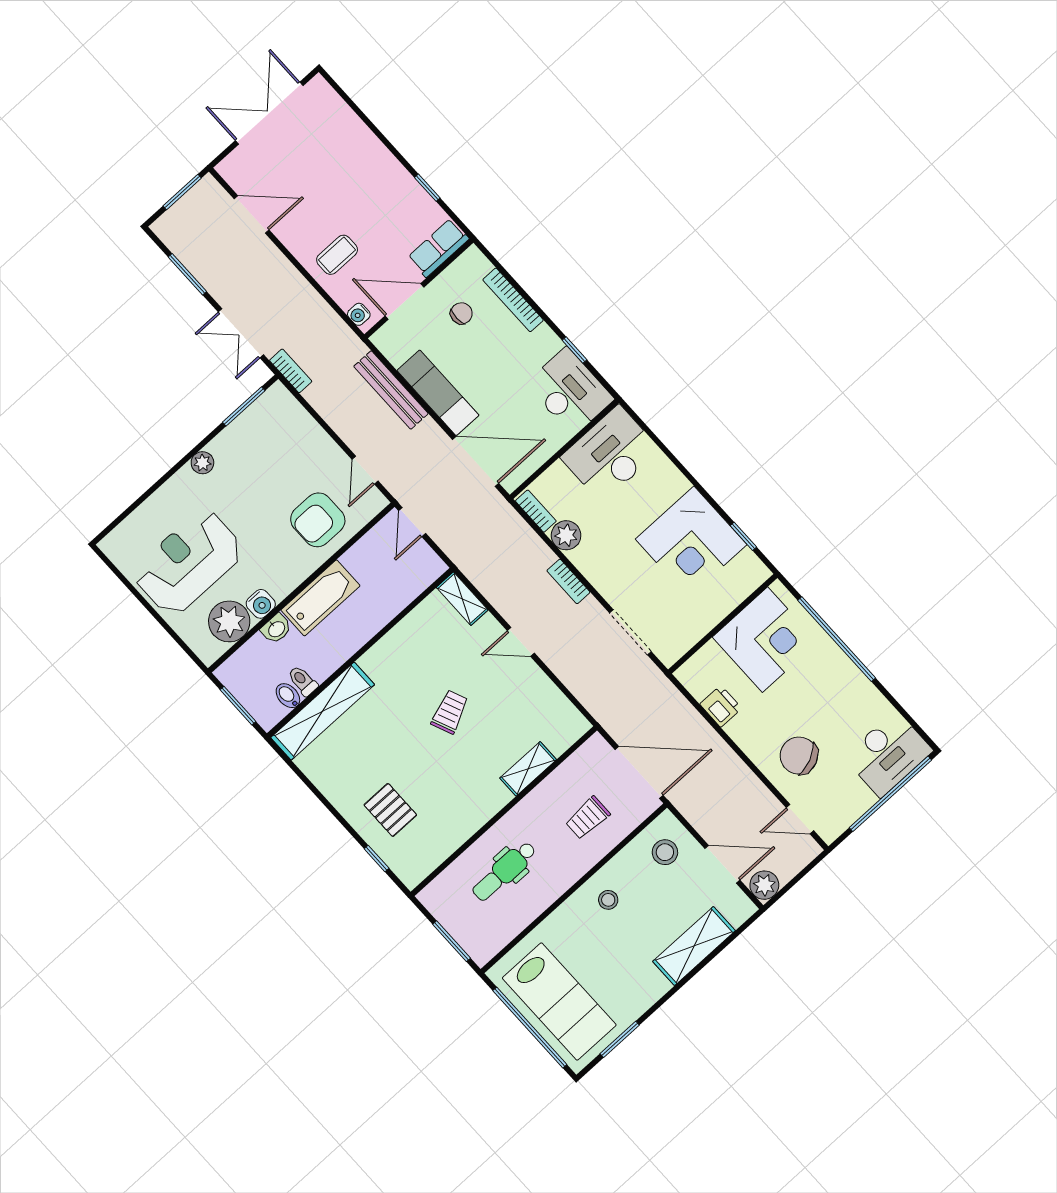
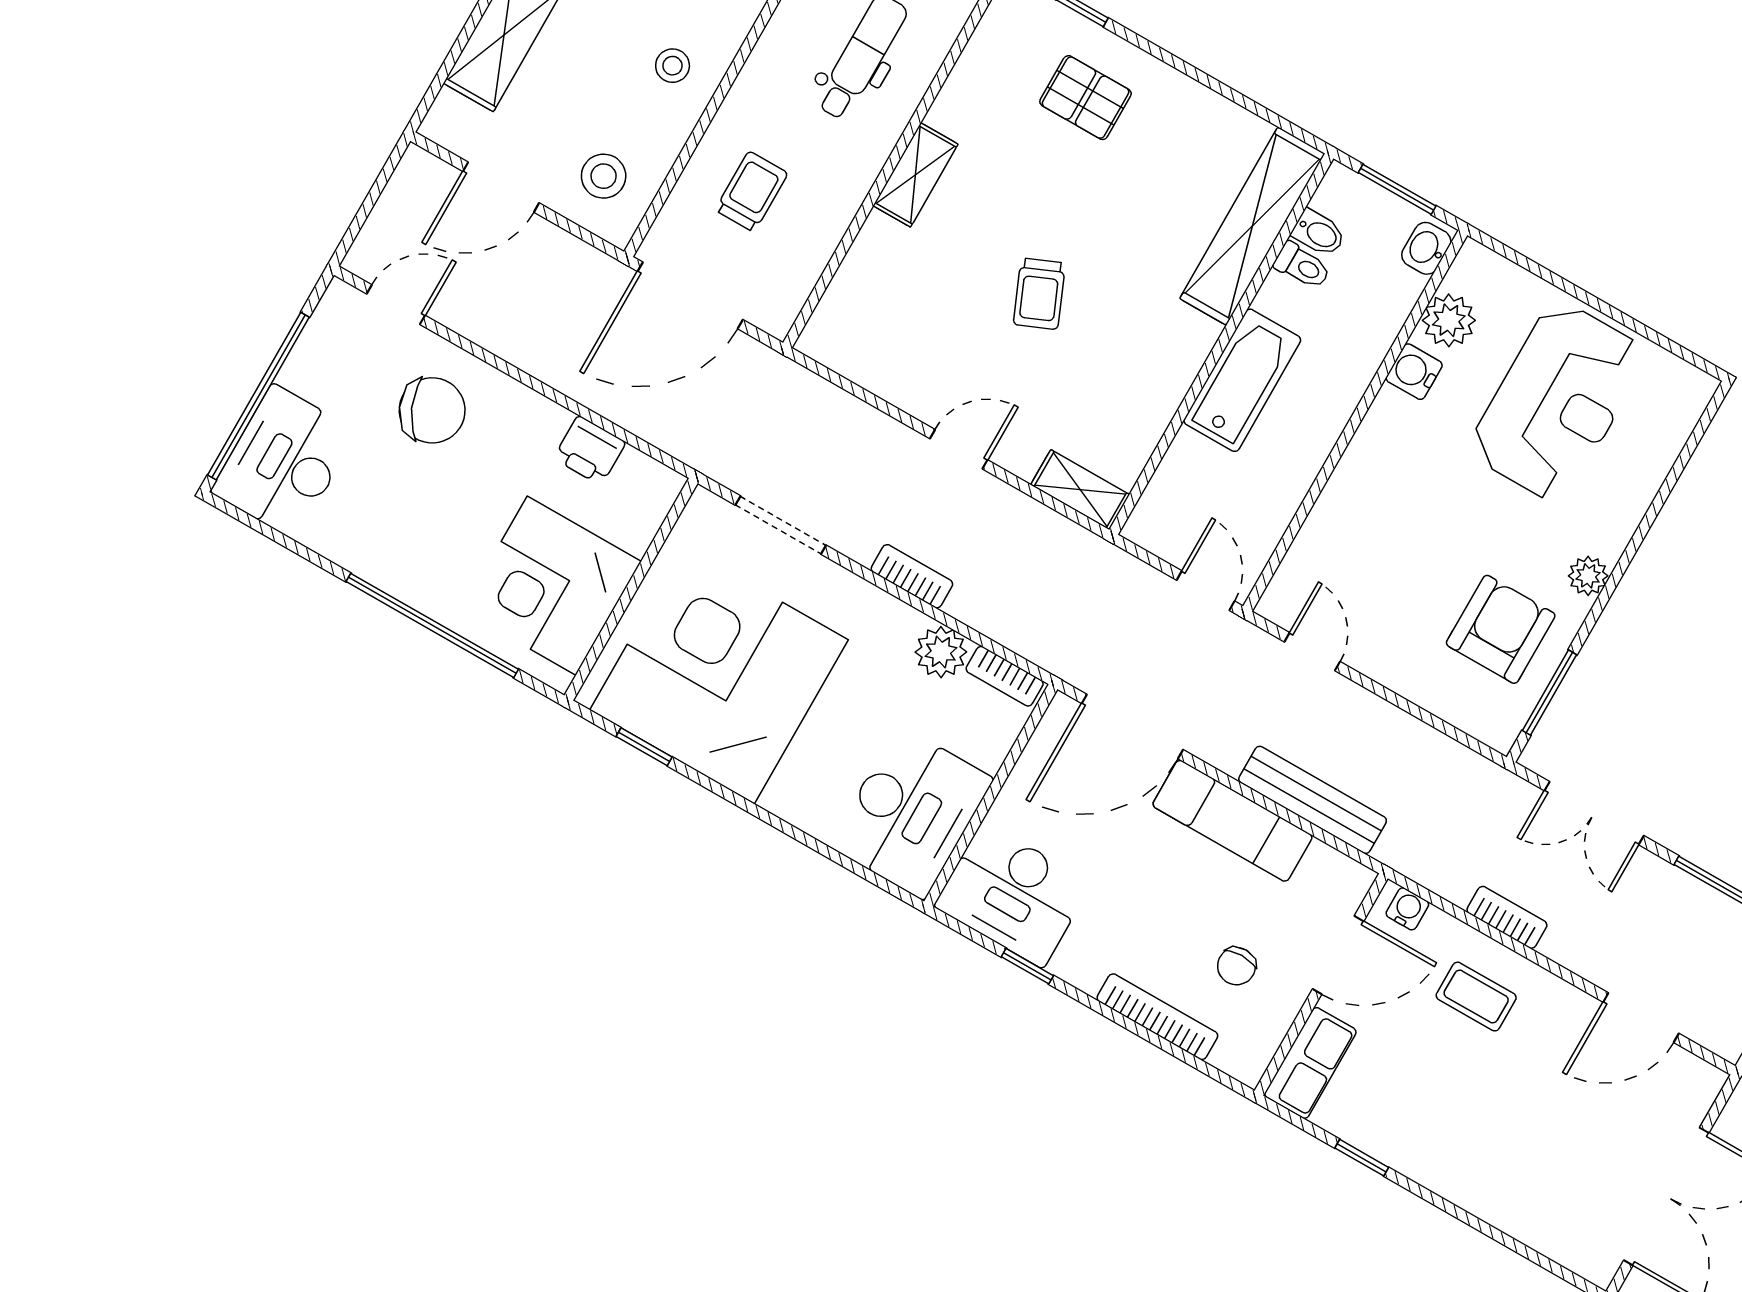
coffee table: (337, 255) -> (1476, 997), turned 90
double door: (241, 333) -> (1594, 813), swing flipped
bookcase: (291, 371) -> (1507, 917), moved, turned 180
armchair: (318, 520) -> (1501, 629), moved
corner desk: (691, 542) -> (719, 675), width x1.36, depth x1.36
bathtub: (320, 598) -> (1242, 380), moved, turned 180
plant: (229, 621) -> (1449, 320), width x0.73, depth x0.73
washbasin: (276, 629) -> (1426, 248), moved
shelving: (528, 769) -> (916, 175), moved
plant: (764, 885) -> (420, 175), removed

